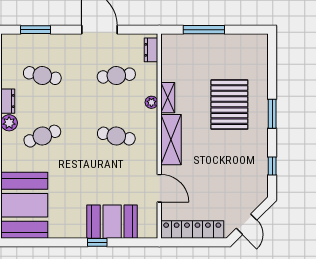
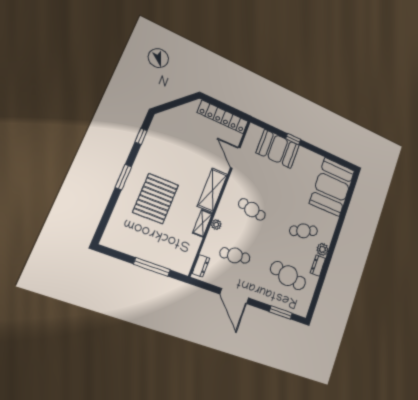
cafe table: (42, 76) -> (288, 276), width x1.37, depth x1.35
door: (247, 224) -> (180, 102), removed

